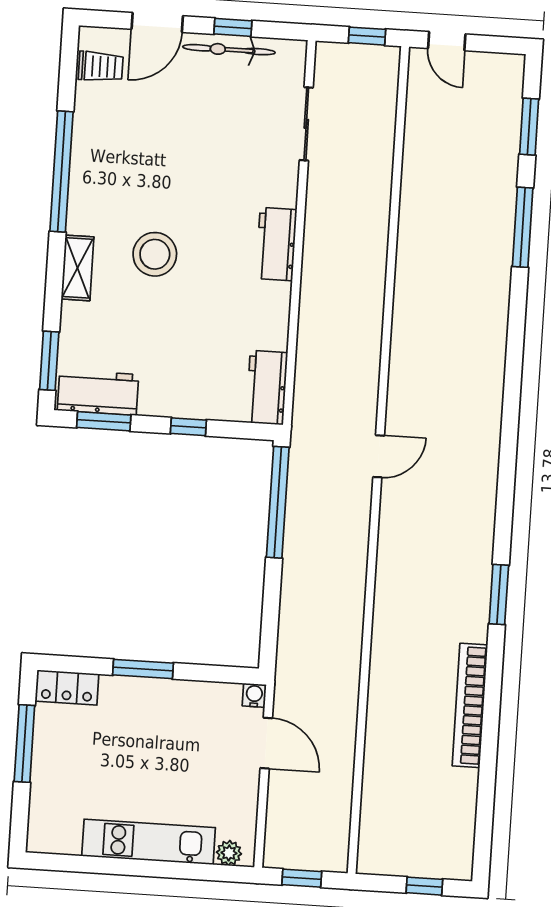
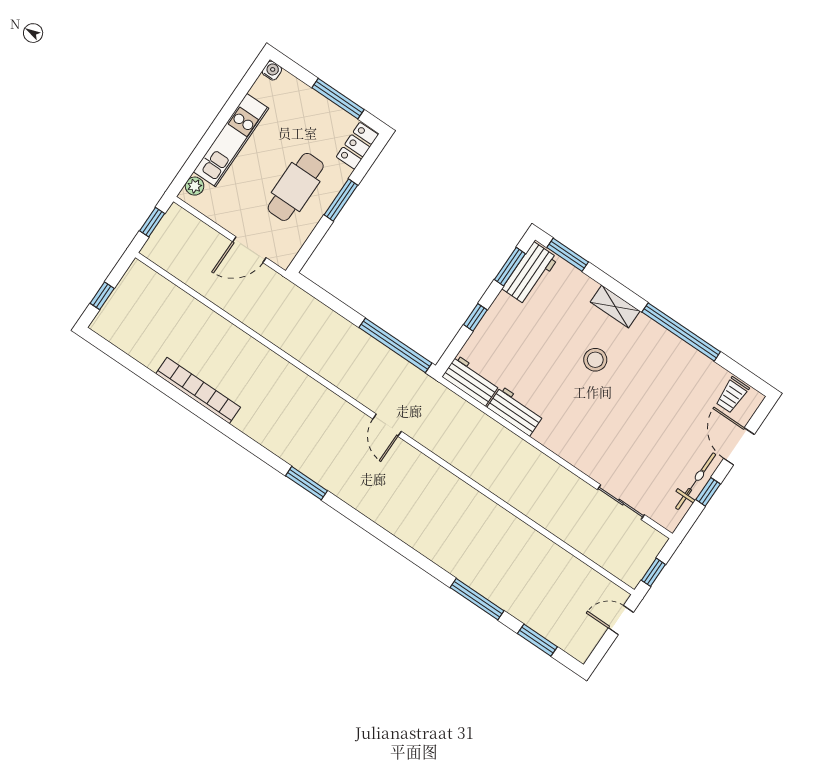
workbench: (276, 244) -> (515, 411), moved
stool: (155, 254) -> (595, 360), width x0.73, depth x0.73
window: (499, 595) -> (307, 483), moved
water cooler: (254, 695) -> (272, 71), moved, turned -90
cafe table: (159, 732) -> (296, 187), added

